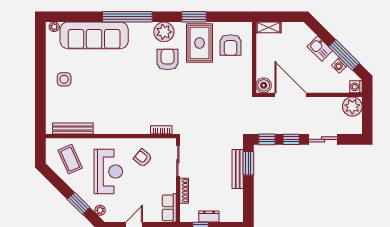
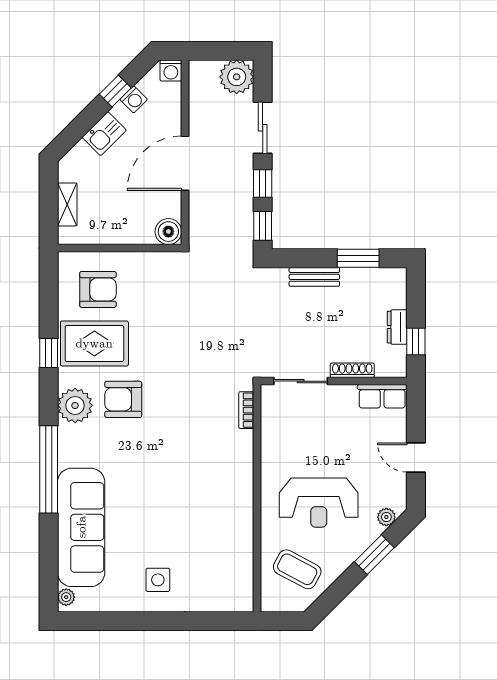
window: (194, 17) -> (49, 353), width x0.67
shelving: (268, 27) -> (67, 204), moved
window: (344, 55) -> (115, 91), width x0.46
door: (290, 95) -> (185, 163), moved
plant: (352, 107) -> (237, 77), moved
bench: (73, 129) -> (244, 564), removed
armchair: (143, 158) -> (295, 442), removed
coffee table: (70, 159) -> (297, 569), turned 52
window: (248, 163) -> (358, 258), moved
bench: (238, 169) -> (314, 277), width x0.73
reception desk: (108, 172) -> (319, 503), turned 180

